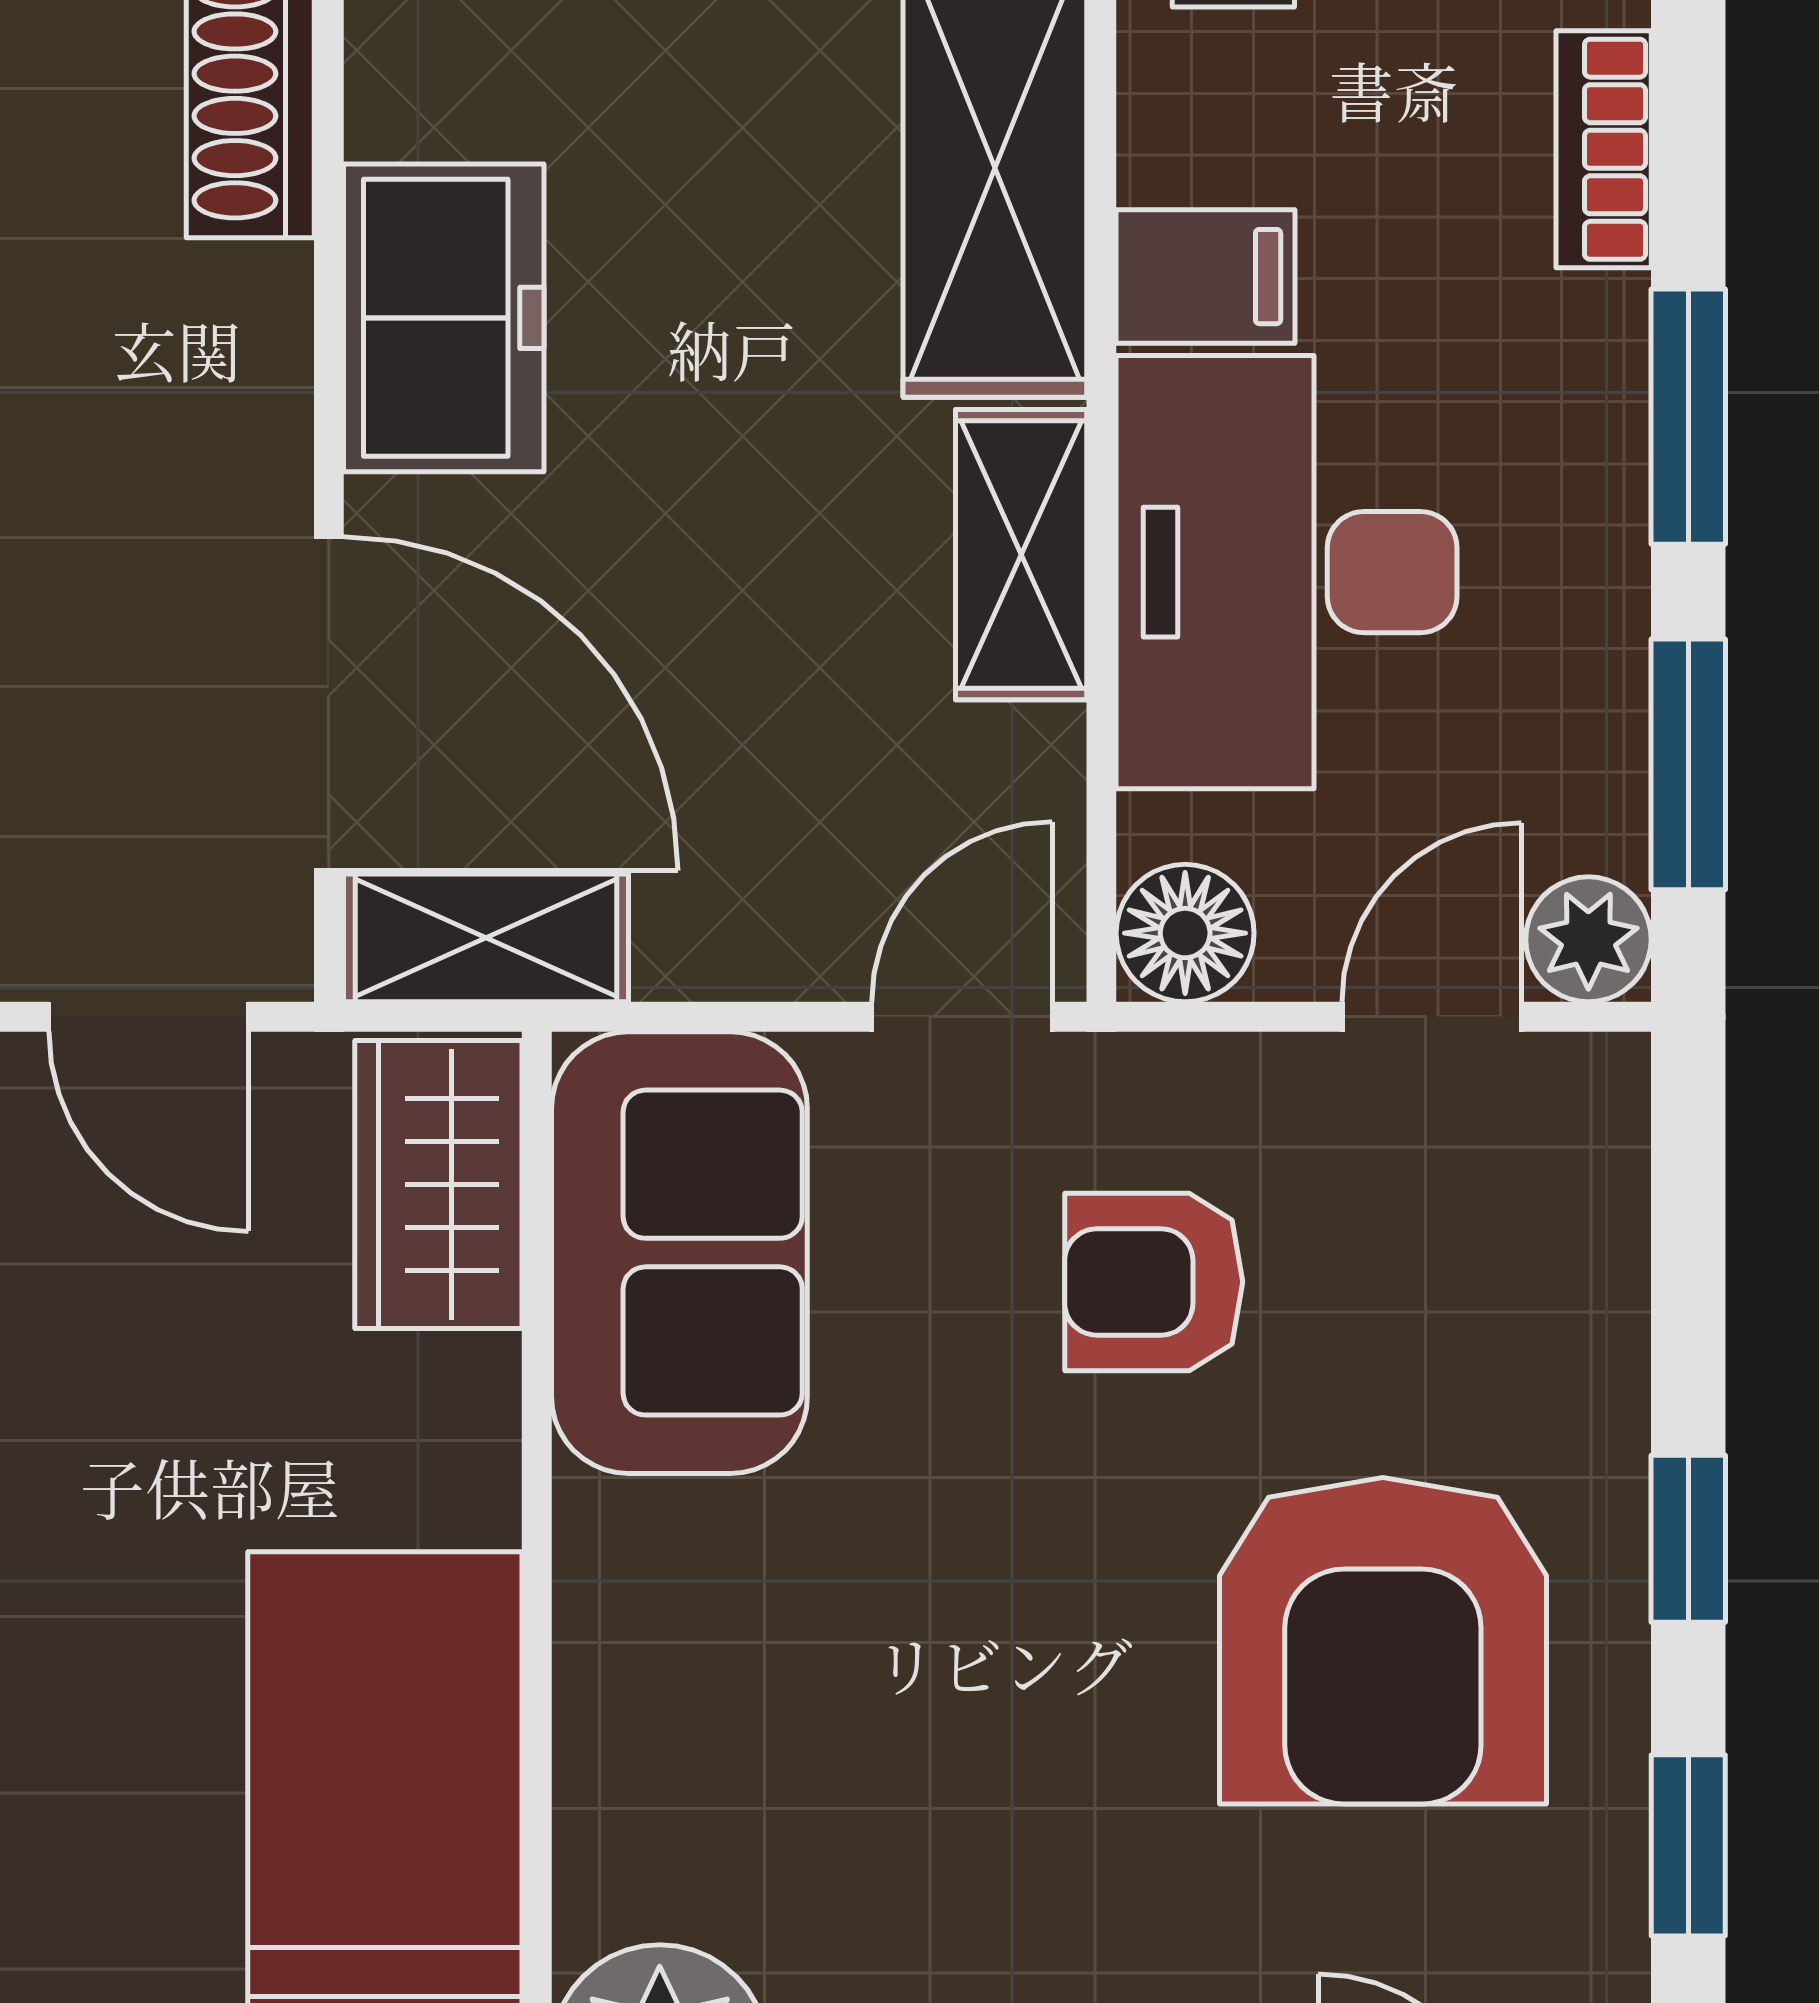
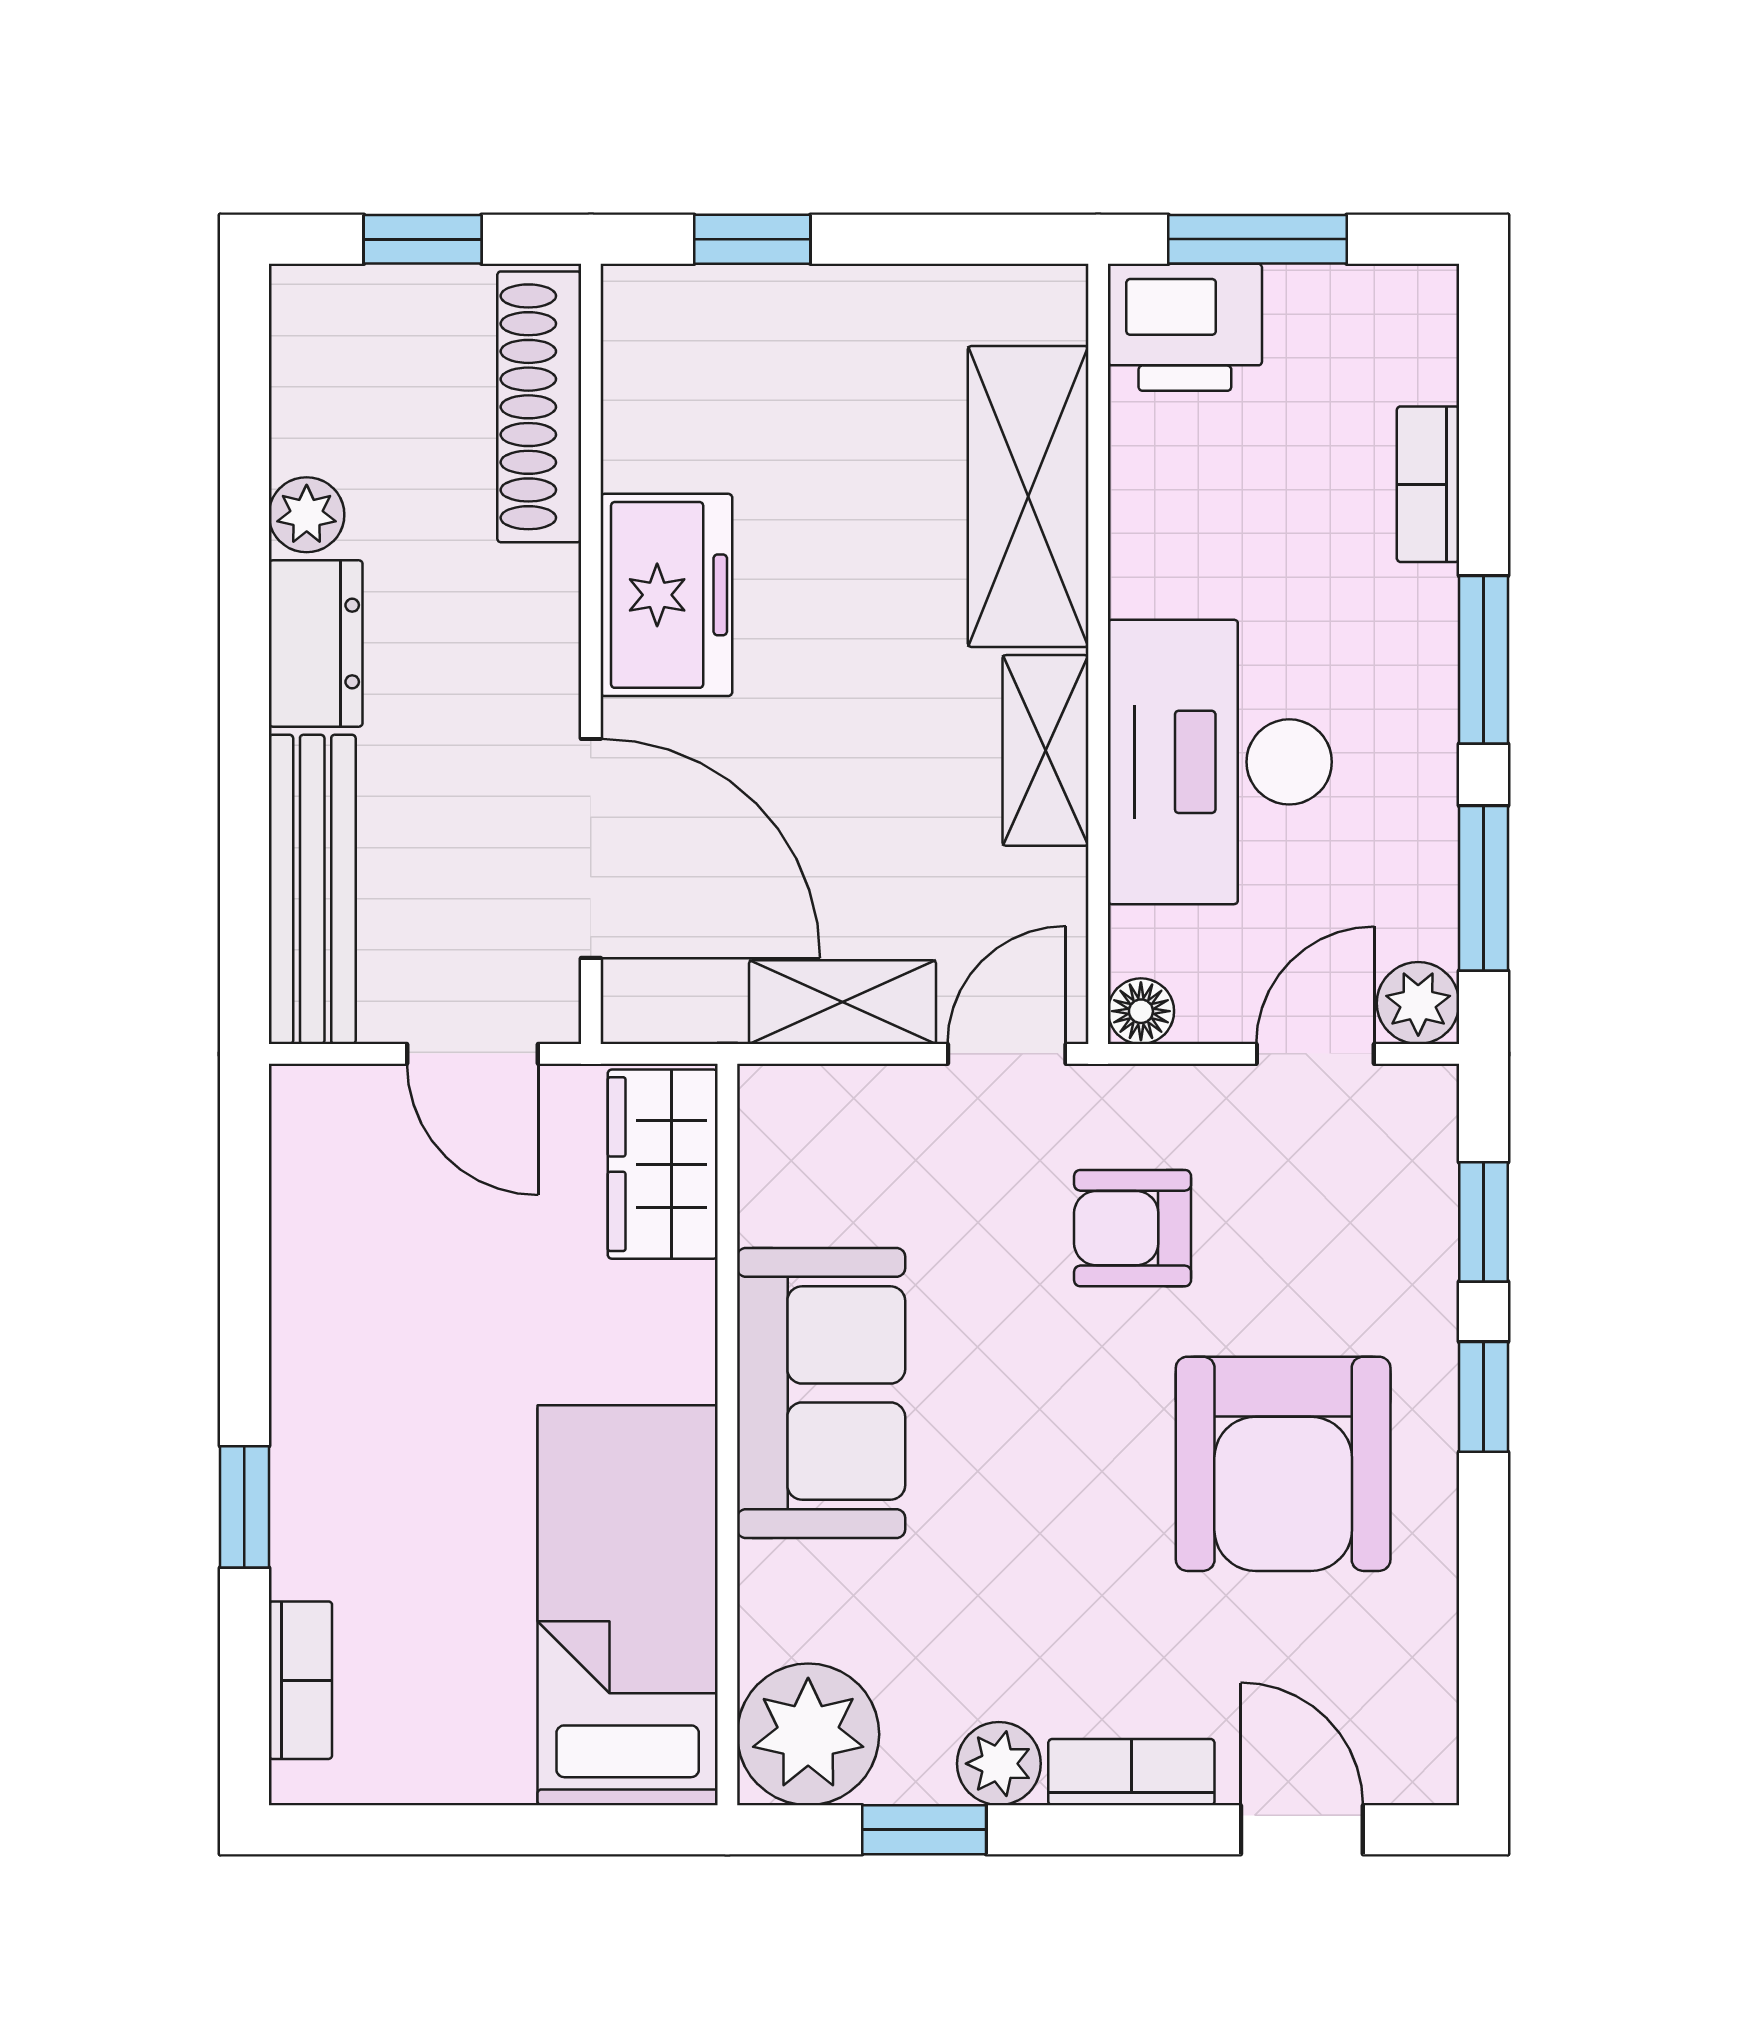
filing cabinet: (1206, 277) -> (1167, 568), removed
floor lamp: (1185, 933) -> (1141, 1011), width x0.73, depth x0.73
shelving: (486, 938) -> (843, 1002), moved
sofa: (679, 1253) -> (821, 1393), moved
window: (1688, 1845) -> (1484, 1222), moved

